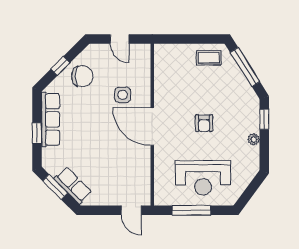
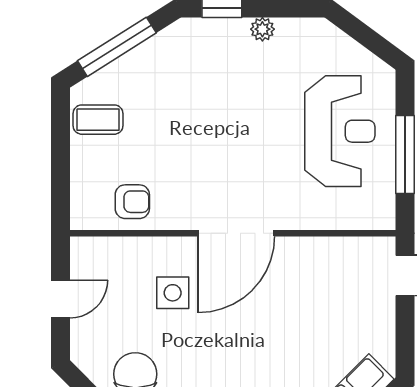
coffee table: (209, 58) -> (98, 120), turned 90
armchair: (204, 123) -> (132, 202), moved

